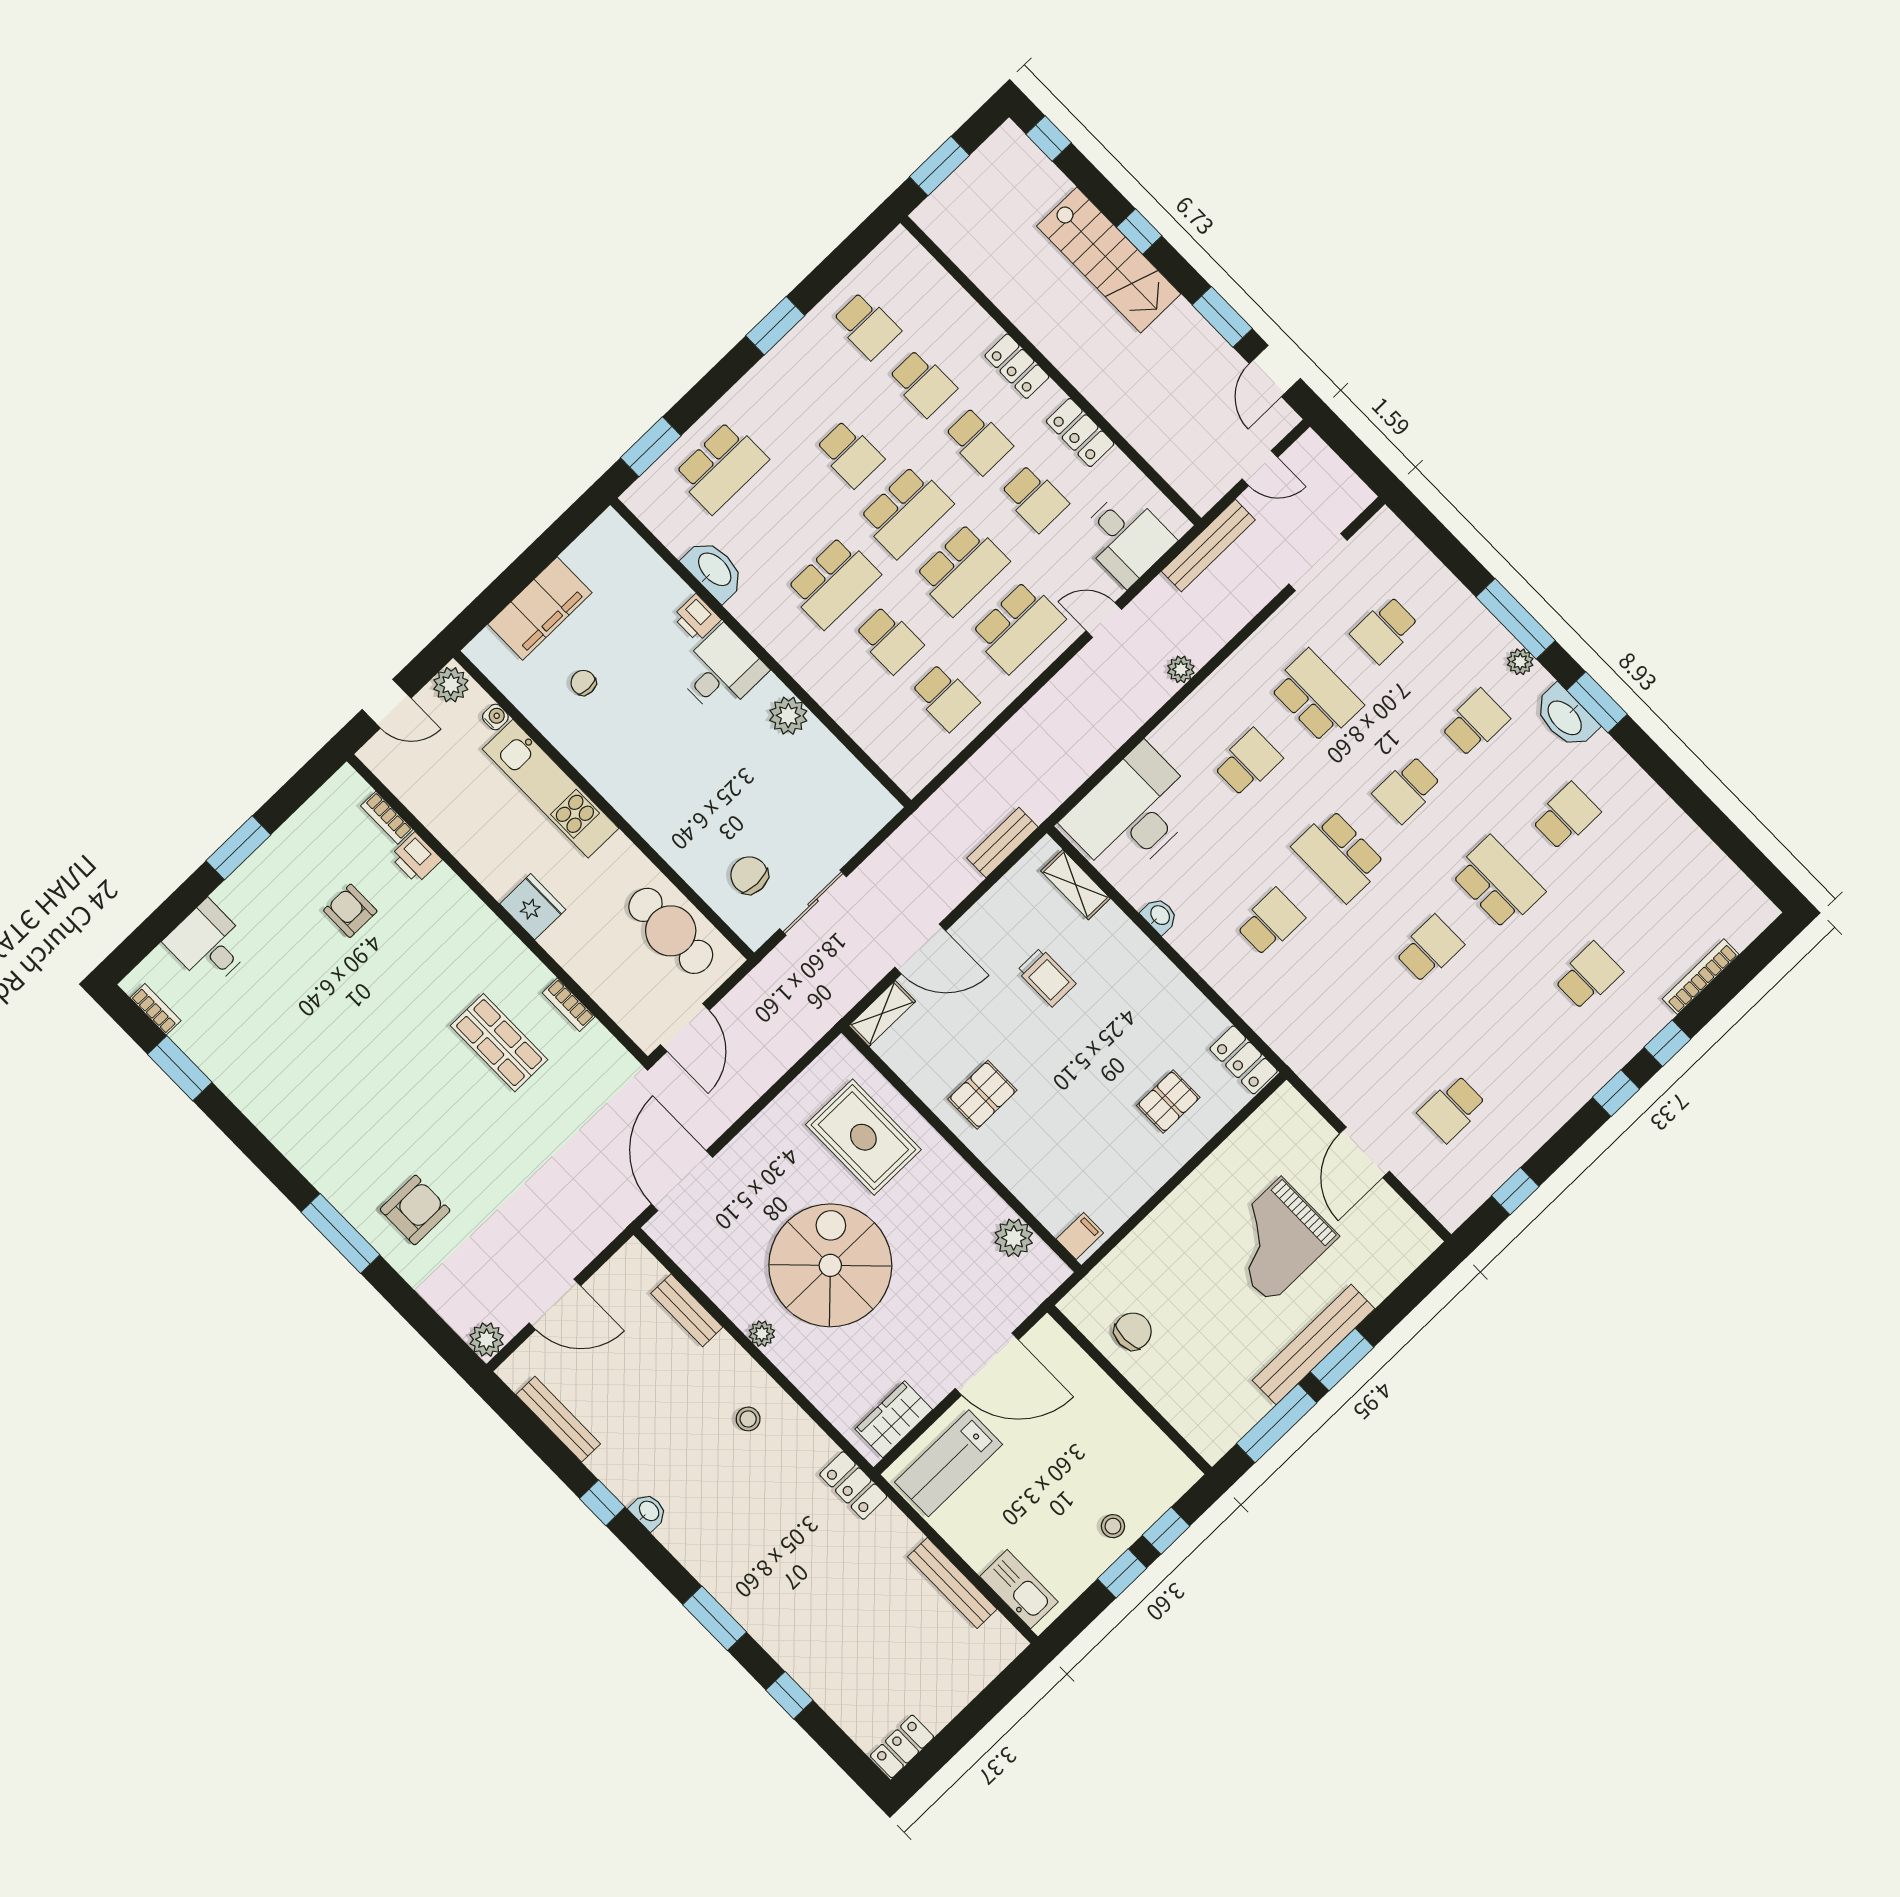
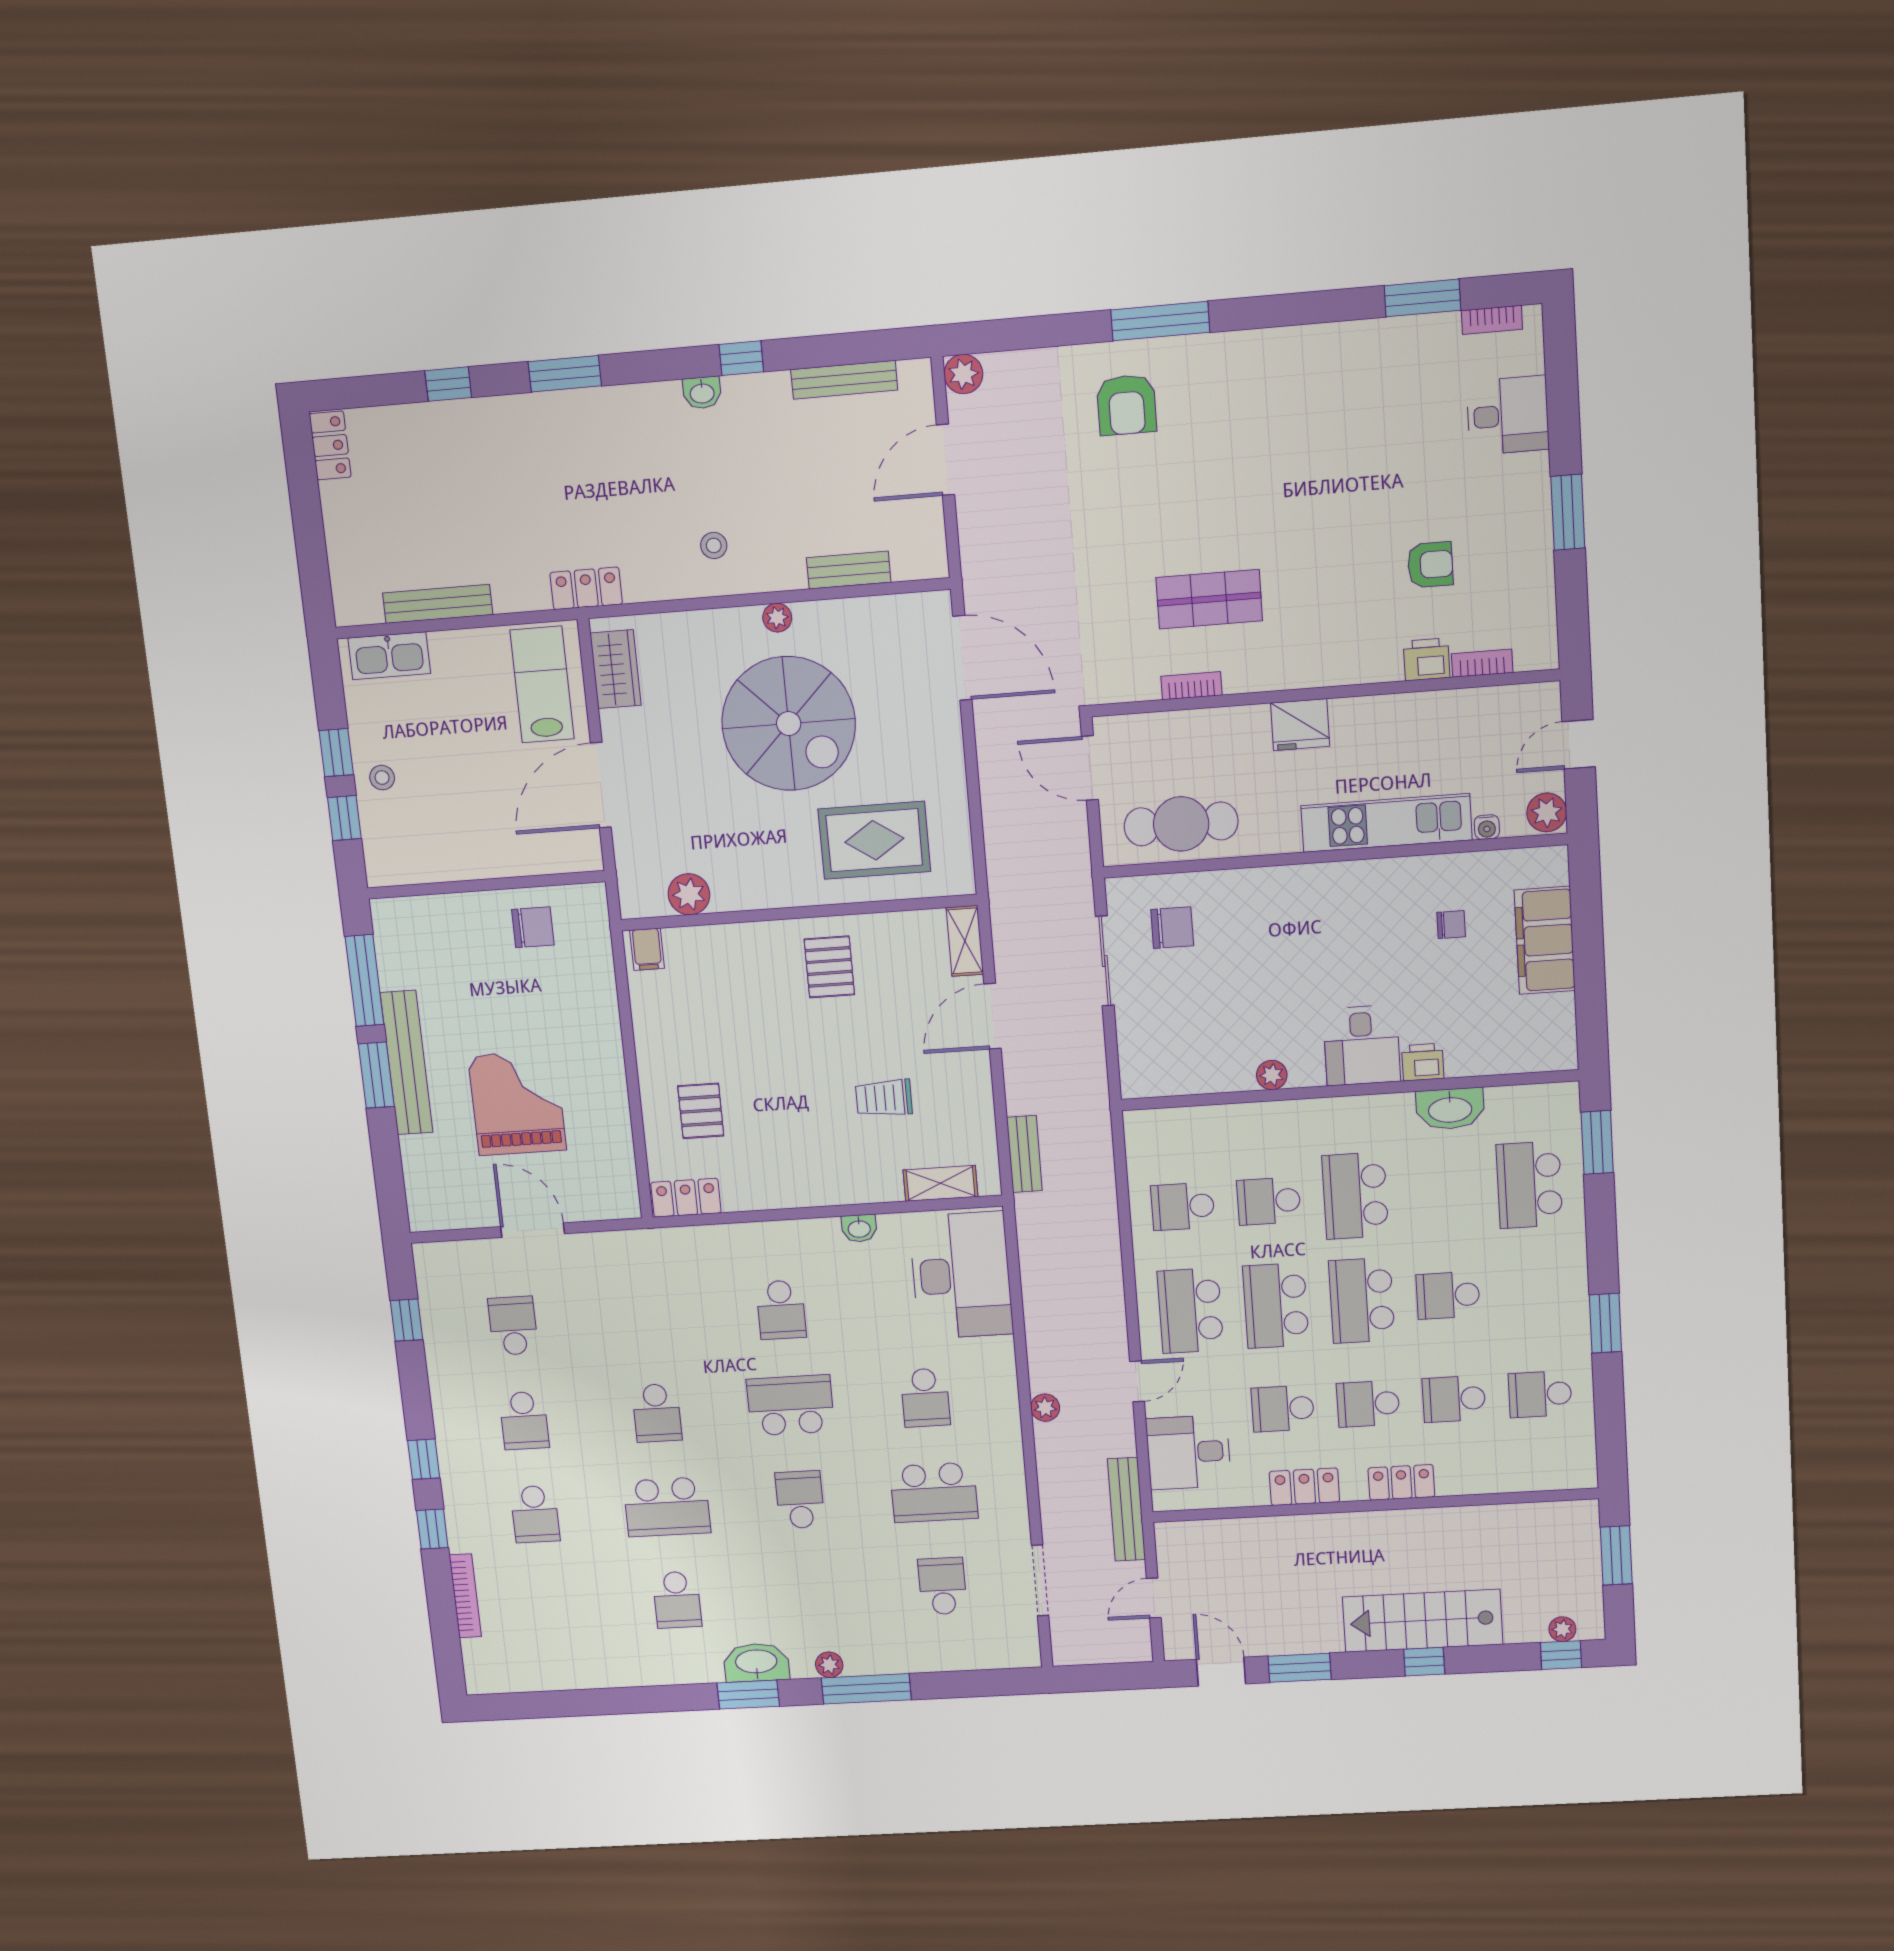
plant: (1028, 155) -> (1562, 1629), added
plant: (788, 716) -> (1272, 1075), width x0.73, depth x0.73
school desk: (1475, 723) -> (524, 1421), moved
chair: (1133, 1331) -> (533, 927), turned -90

